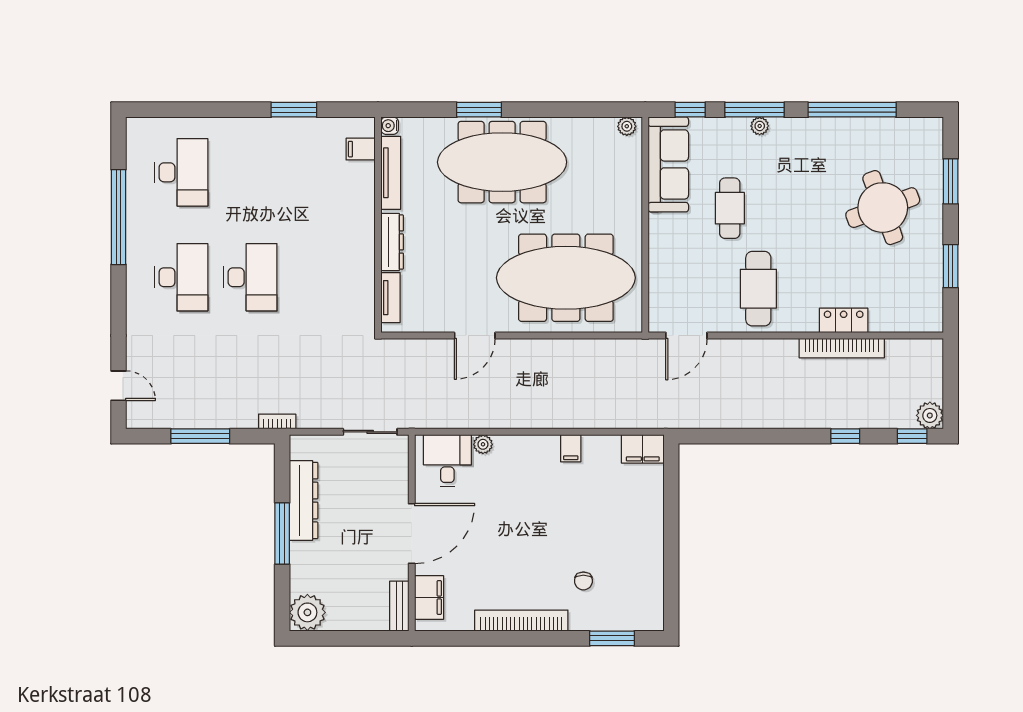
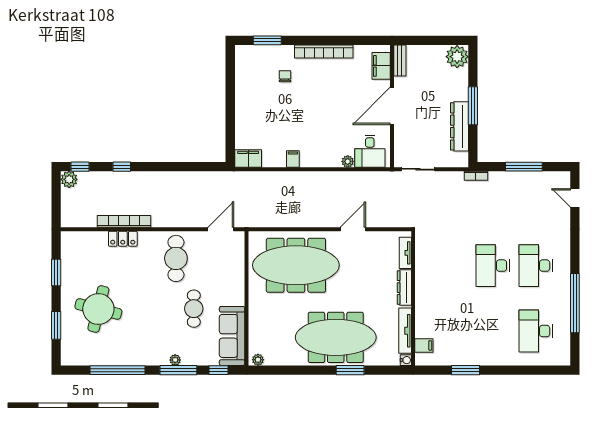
round table: (883, 208) -> (98, 309), turned 34

